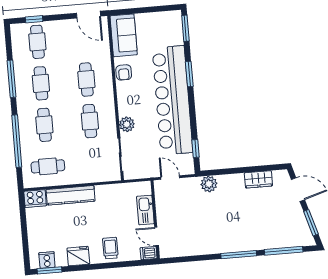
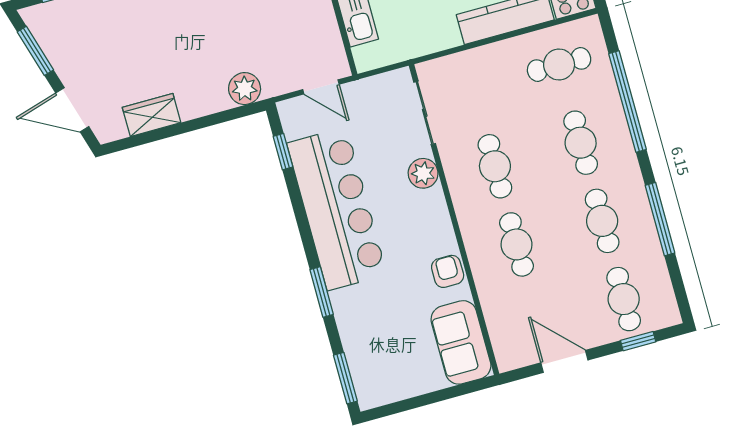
door: (88, 15) -> (564, 361), moved
bar counter: (173, 100) -> (337, 209), width x0.73

